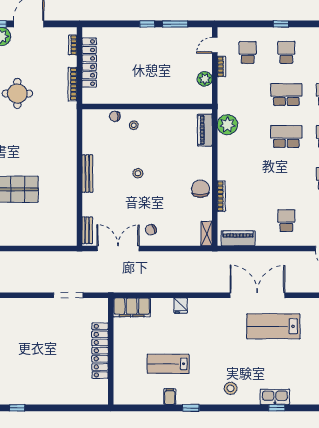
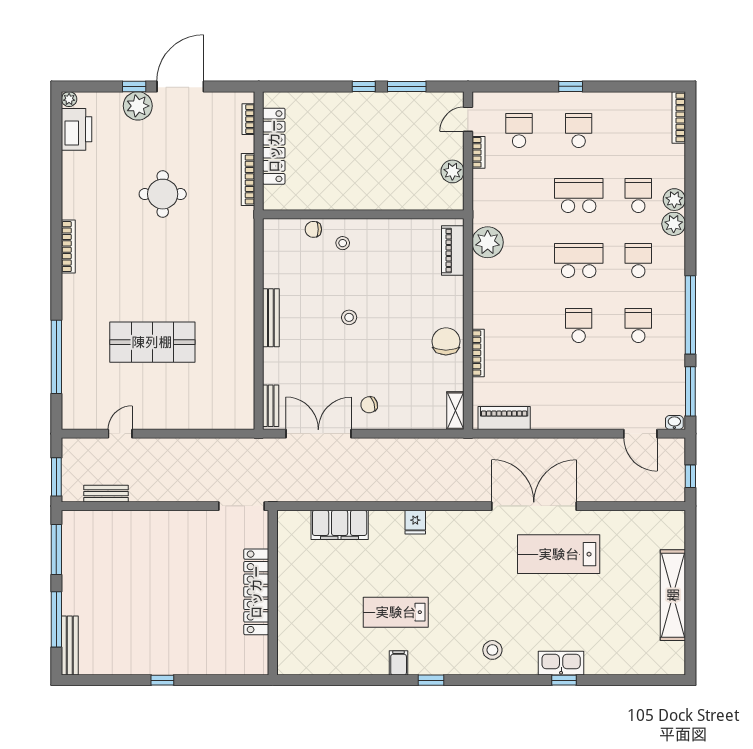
school desk: (286, 221) -> (579, 326), moved
locker: (100, 351) -> (256, 592), moved
wall: (111, 351) -> (273, 593), moved

